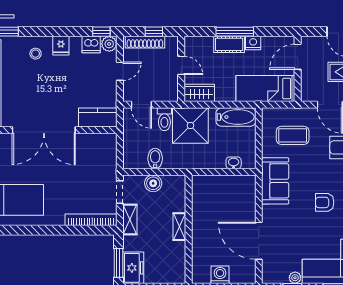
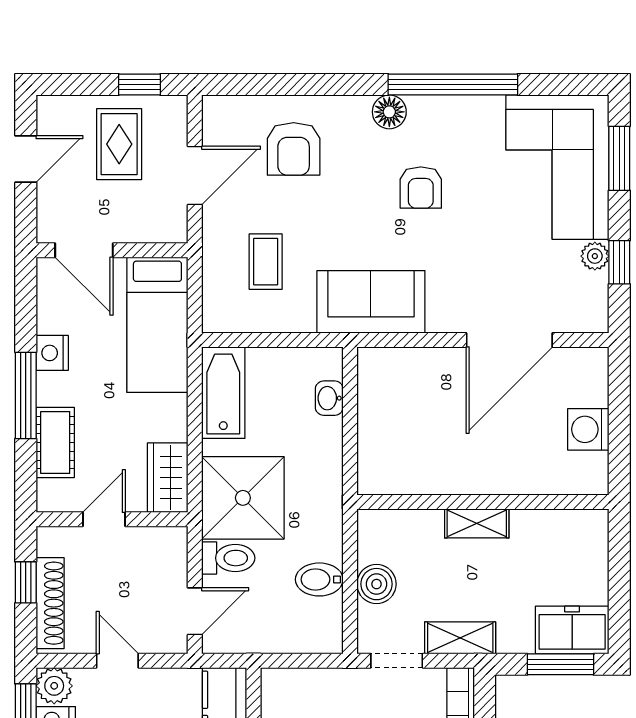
cot: (229, 44) -> (55, 443), moved
coffee table: (293, 135) -> (266, 262), width x0.73, depth x0.77

